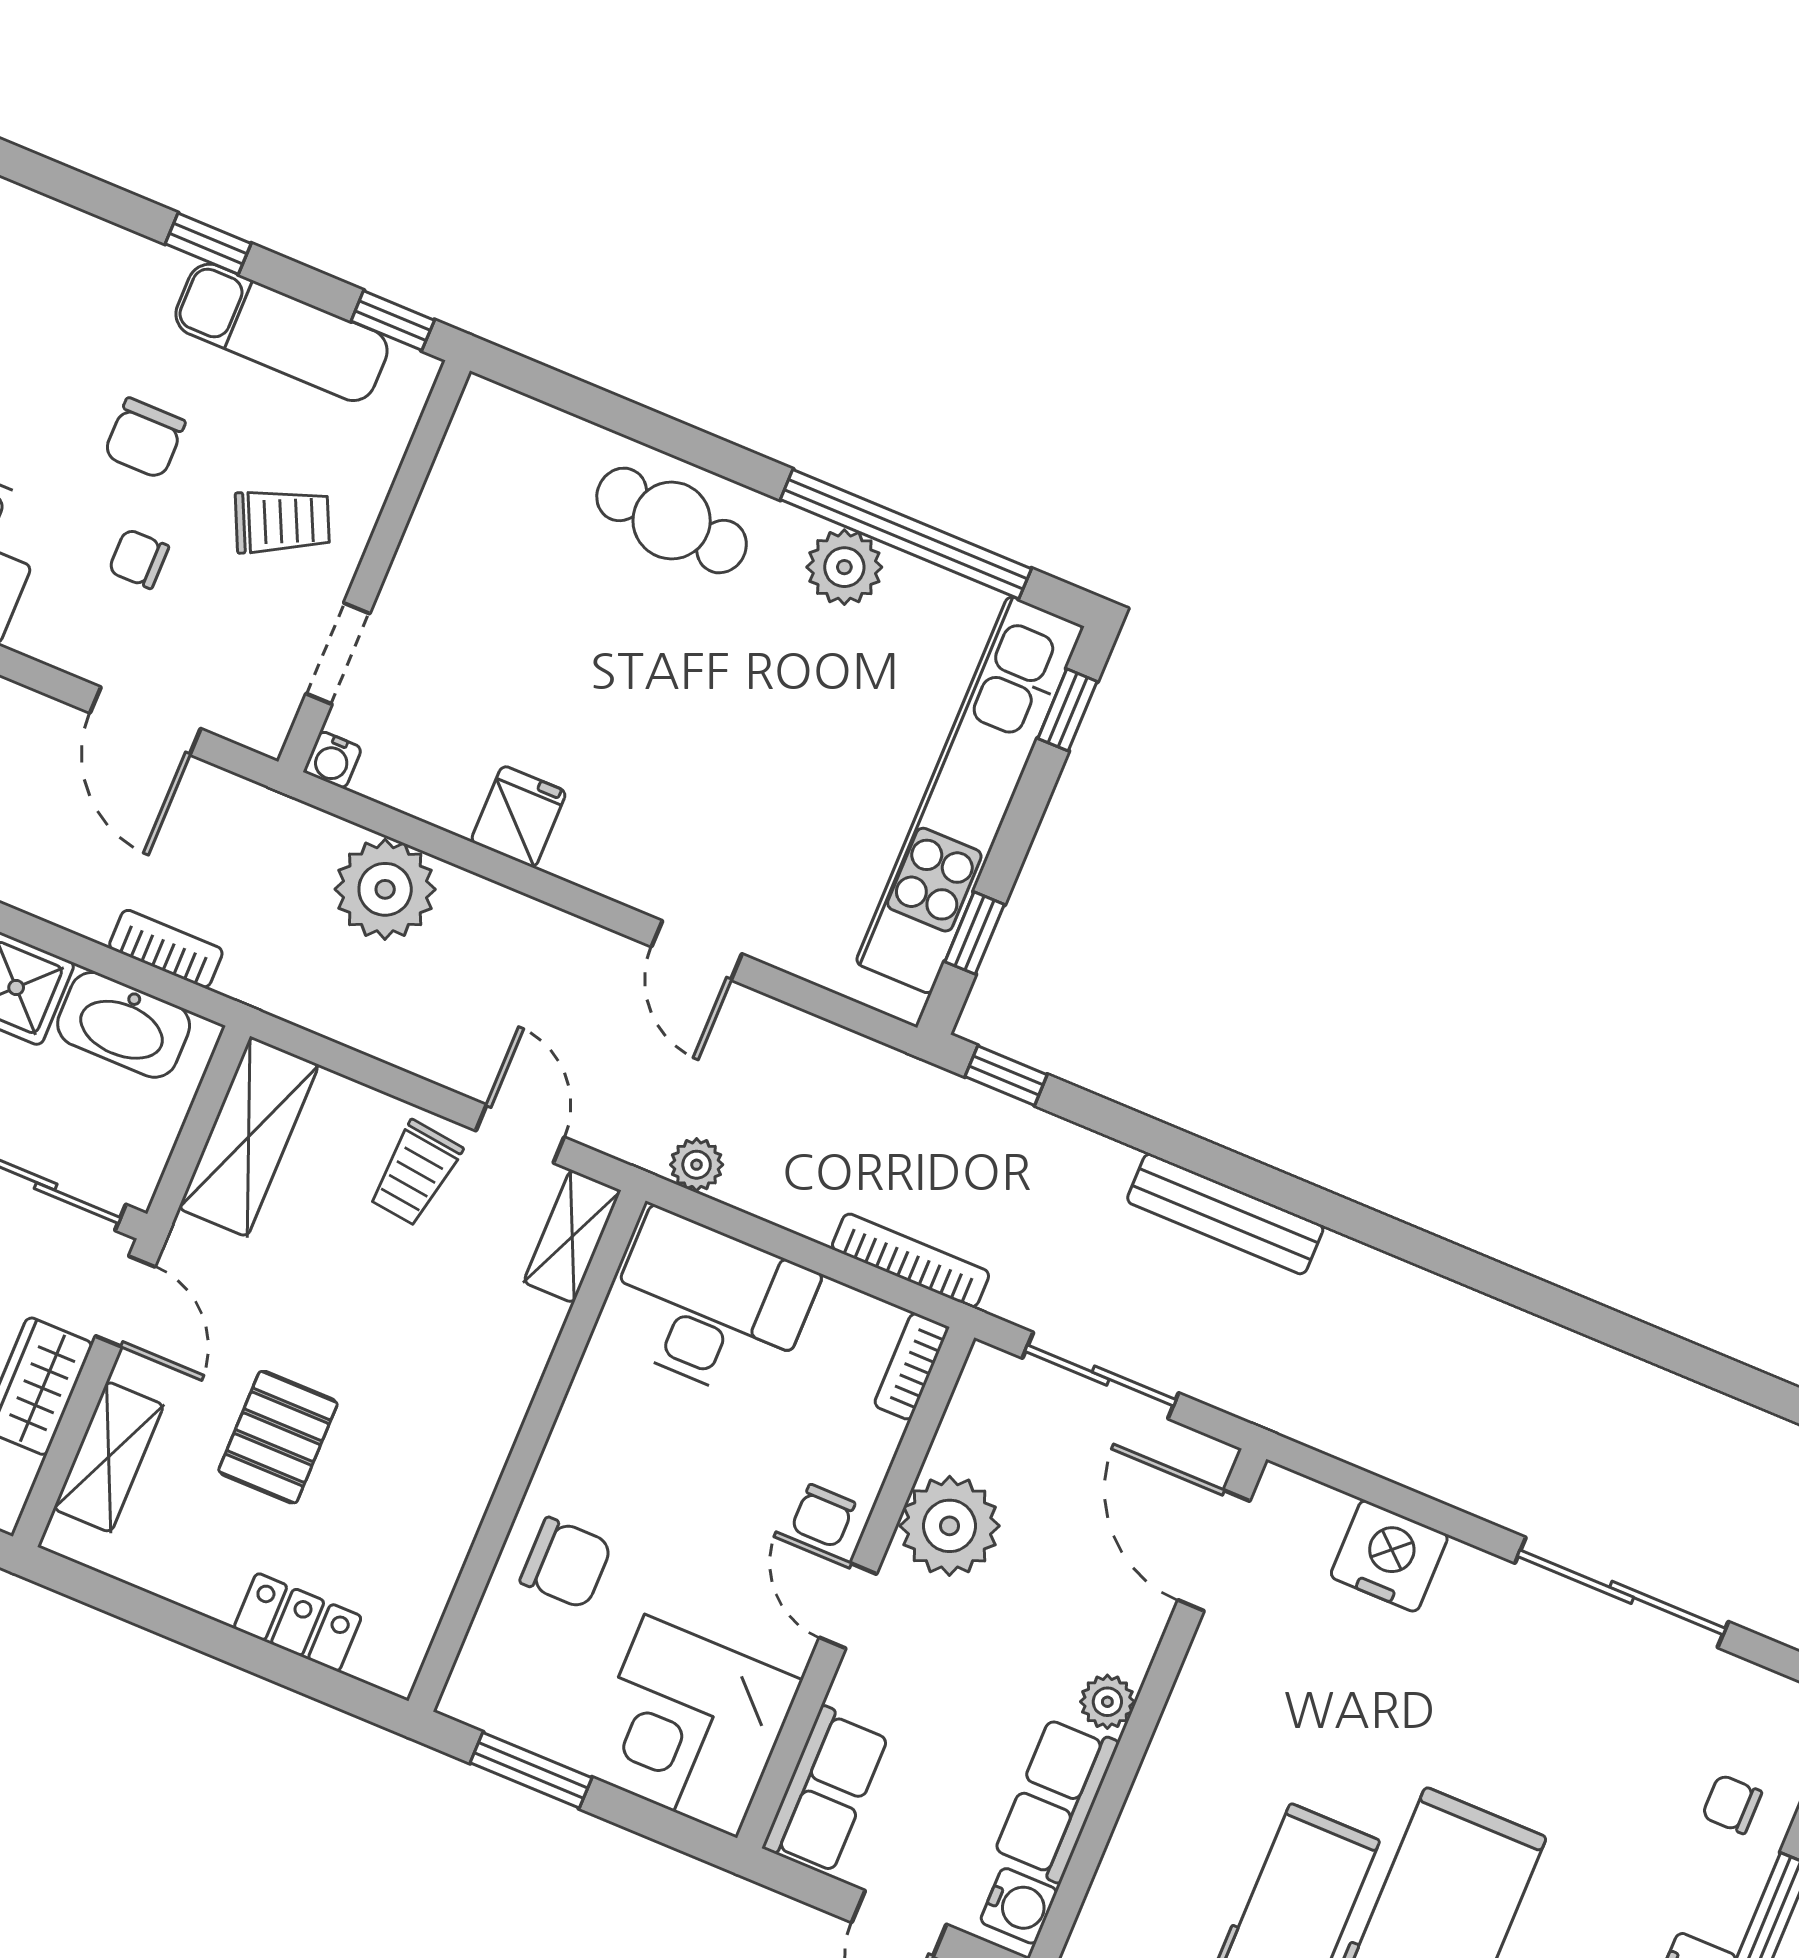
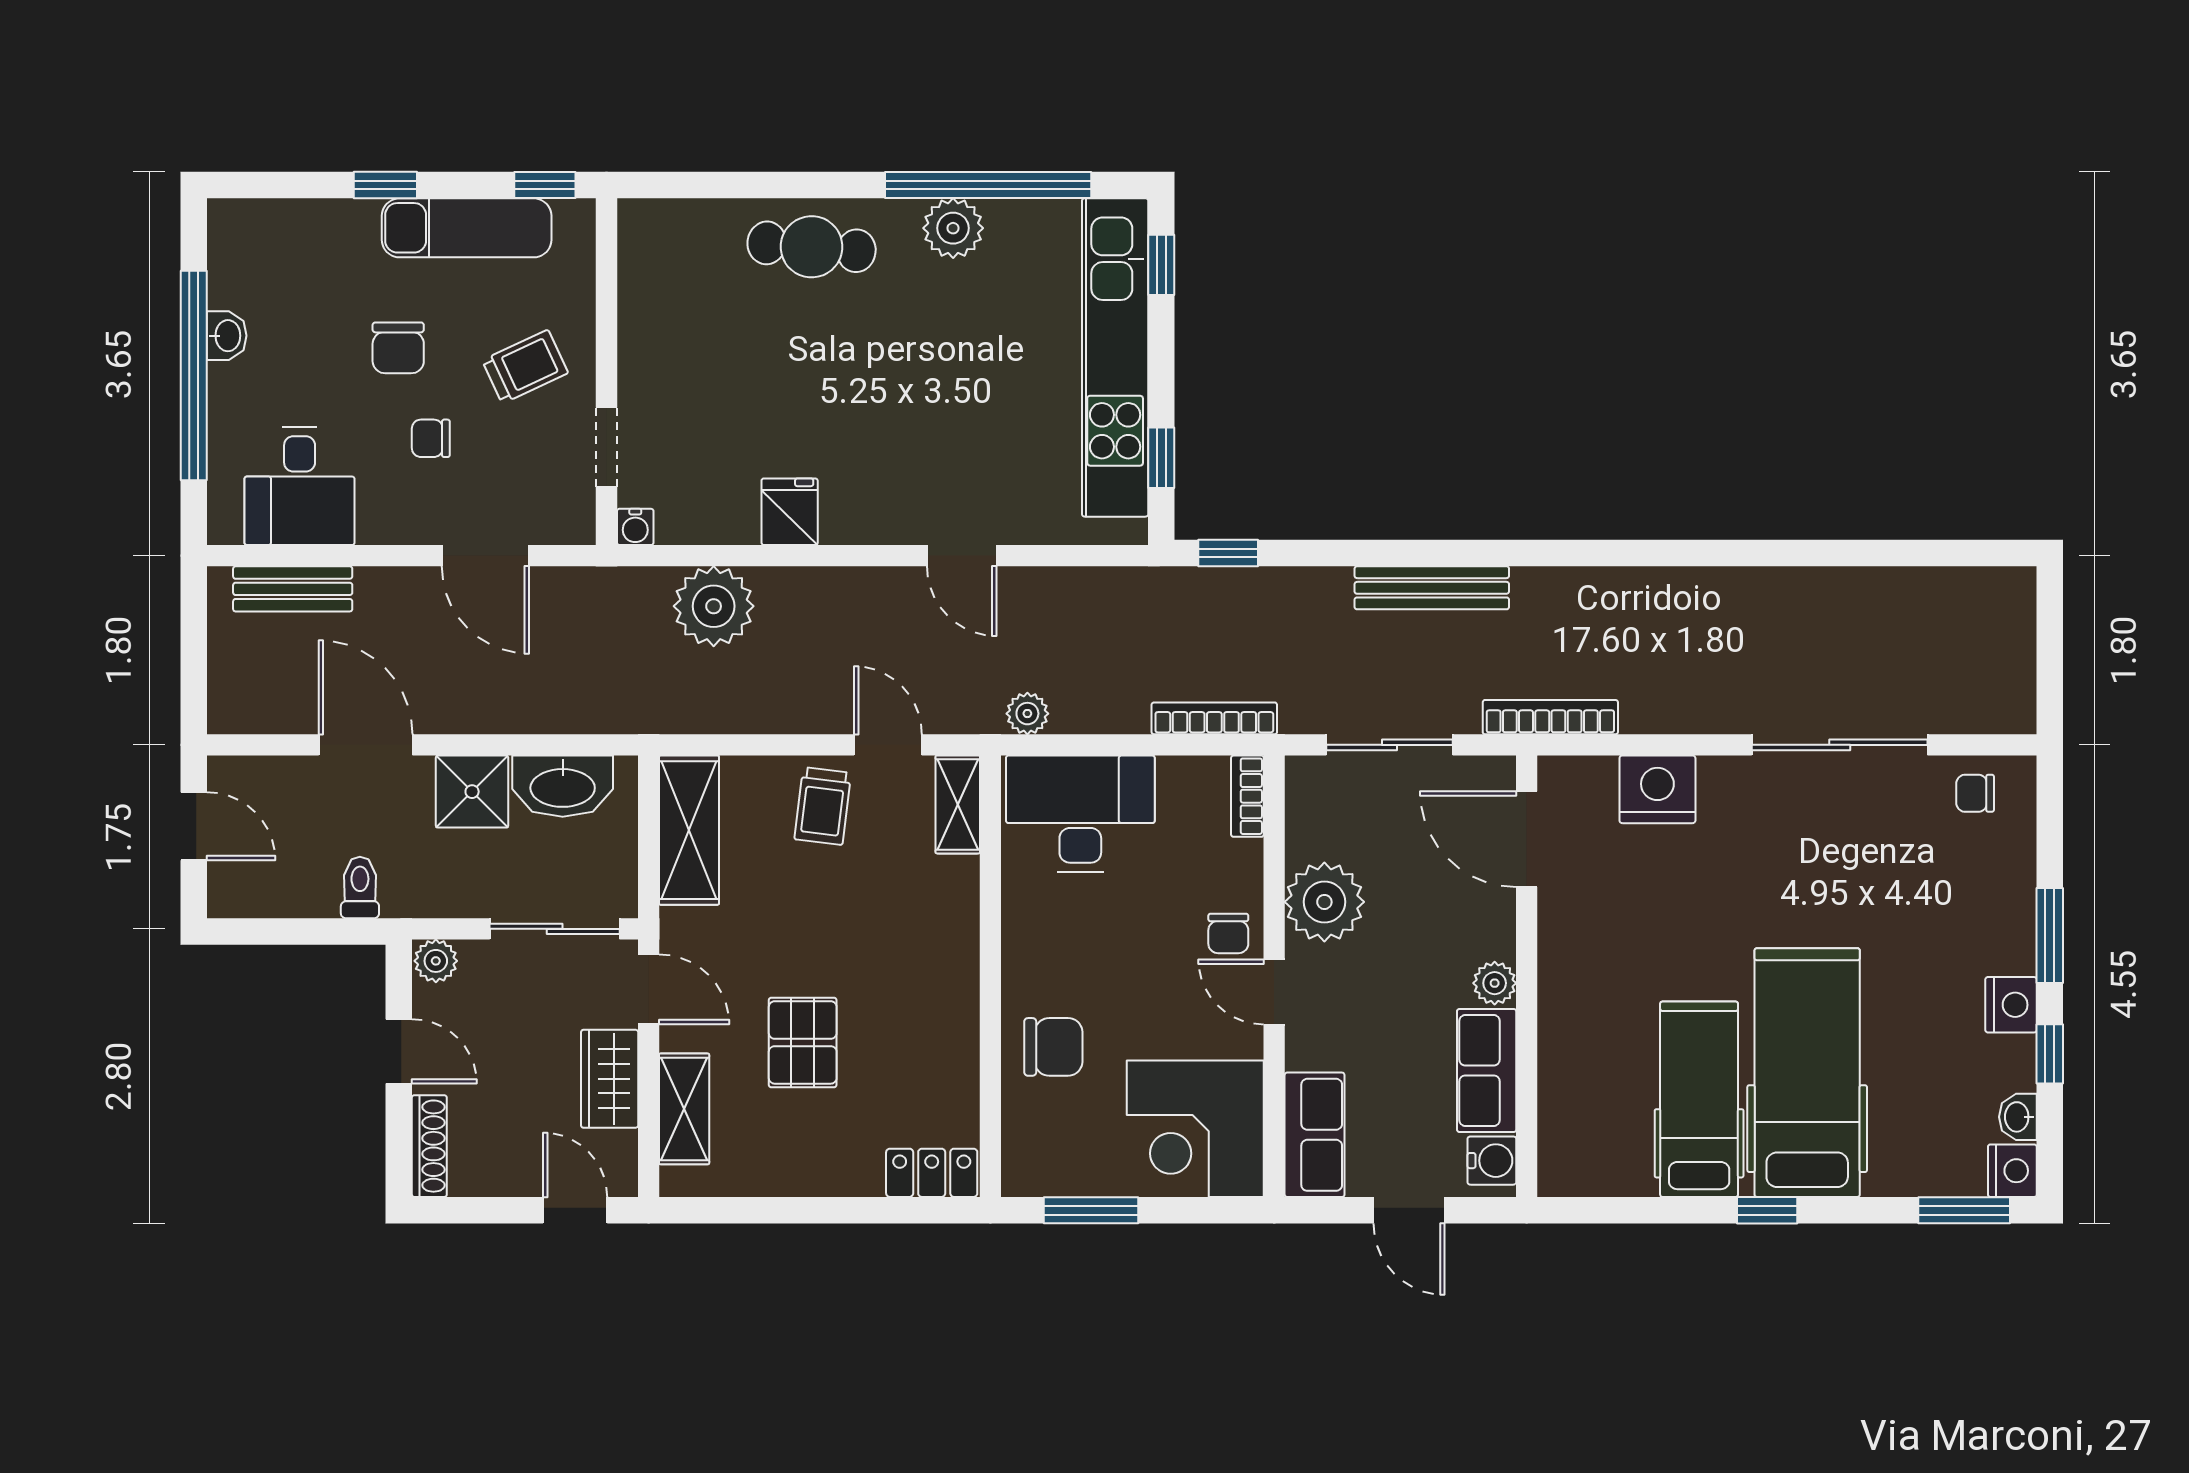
bookcase: (166, 949) -> (1550, 717), moved, width x1.56
locker: (298, 1622) -> (932, 1173), moved
chair: (1732, 1804) -> (1975, 793), moved

